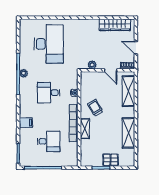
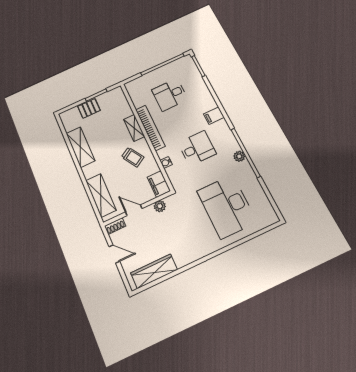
filing cabinet: (86, 80) -> (159, 184), added
filing cabinet: (26, 123) -> (214, 116), moved

